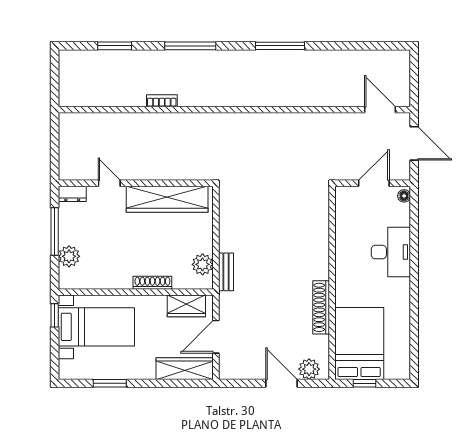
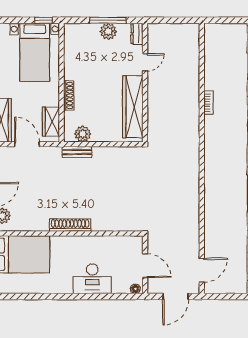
plant: (69, 256) -> (108, 31), moved
shoe rack: (321, 307) -> (70, 225), moved

